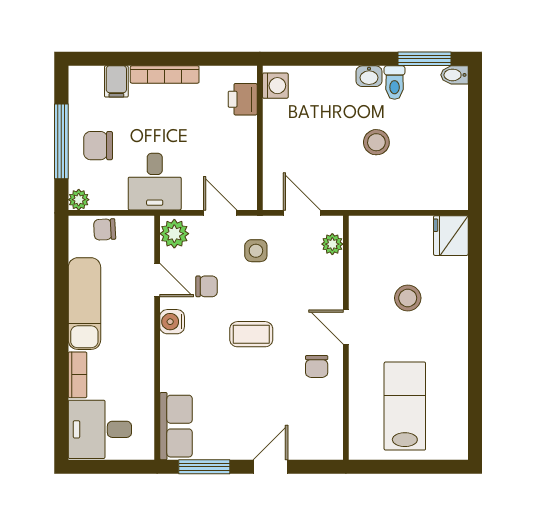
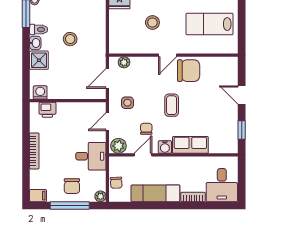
filing cabinet: (116, 81) -> (38, 196), moved
shower: (336, 83) -> (39, 60), added
chair: (317, 366) -> (189, 71), width x1.87, depth x1.87
row of seats: (176, 426) -> (190, 145), moved
window: (204, 467) -> (242, 130), width x0.67

